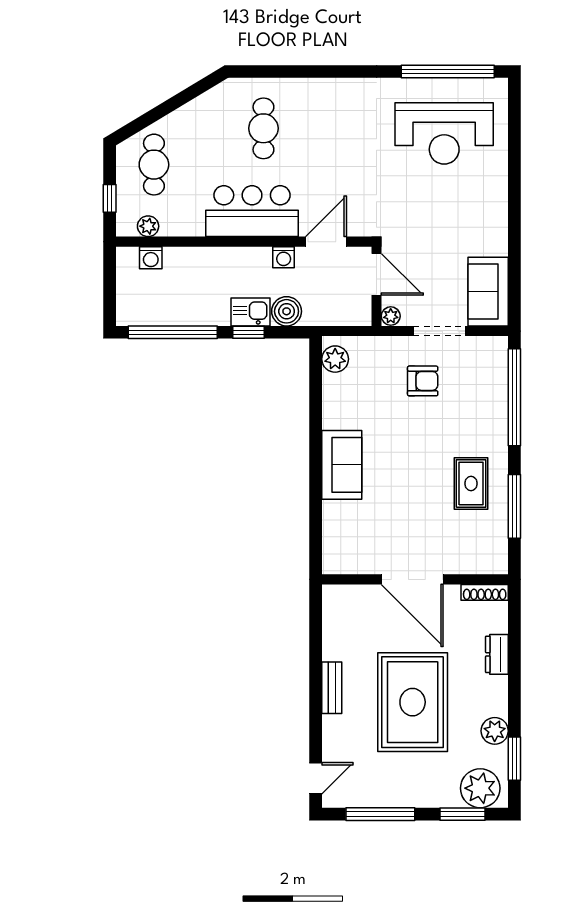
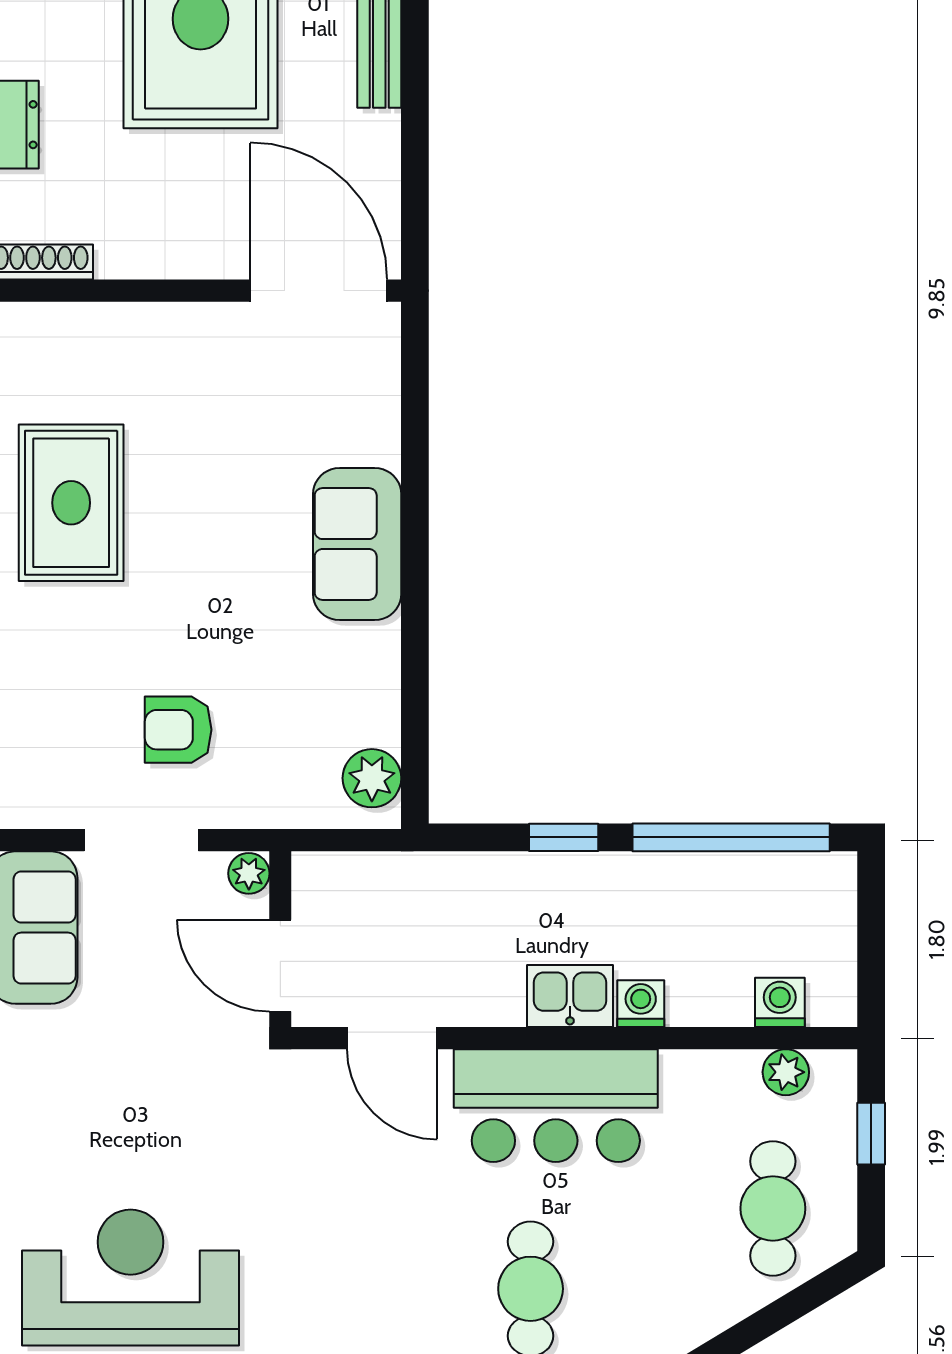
door: (326, 242) -> (392, 1038), hinge flipped
washing machine: (284, 257) -> (641, 1004), moved
boiler: (287, 311) -> (479, 884), removed
kitchen sink: (250, 312) -> (570, 996), moved, turned 180
rug: (471, 483) -> (71, 503), width x1.36, depth x1.43
door: (412, 579) -> (319, 291), moved

